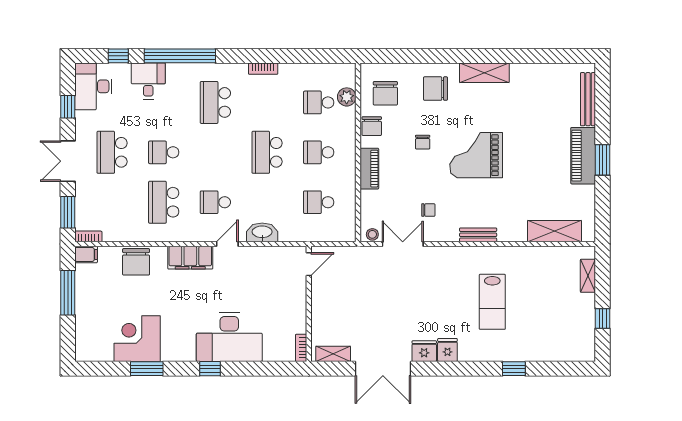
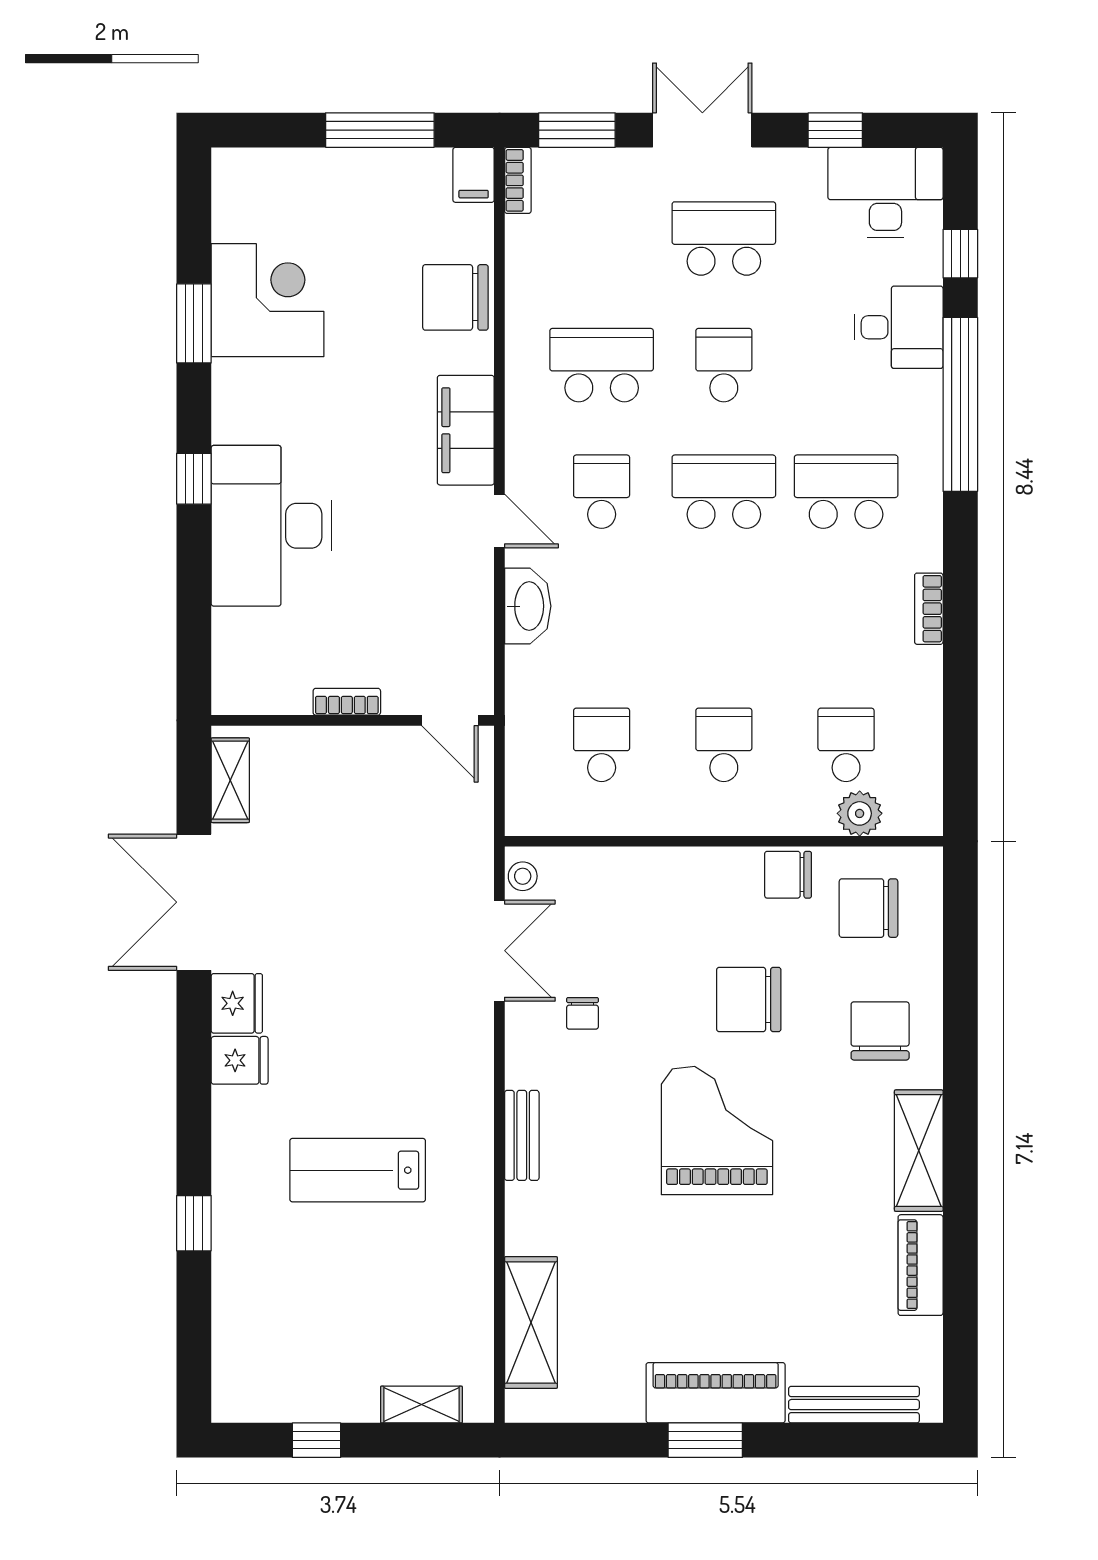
chair: (423, 142) -> (749, 999), width x1.87, depth x1.87
school desk: (267, 152) -> (724, 492), moved
piano: (369, 169) -> (921, 1265), moved, turned 90
bookcase: (301, 348) -> (347, 702), moved

